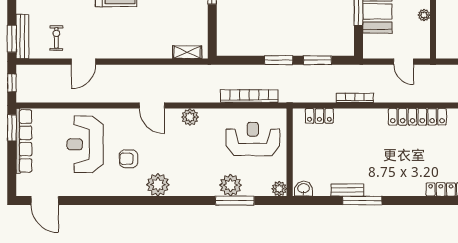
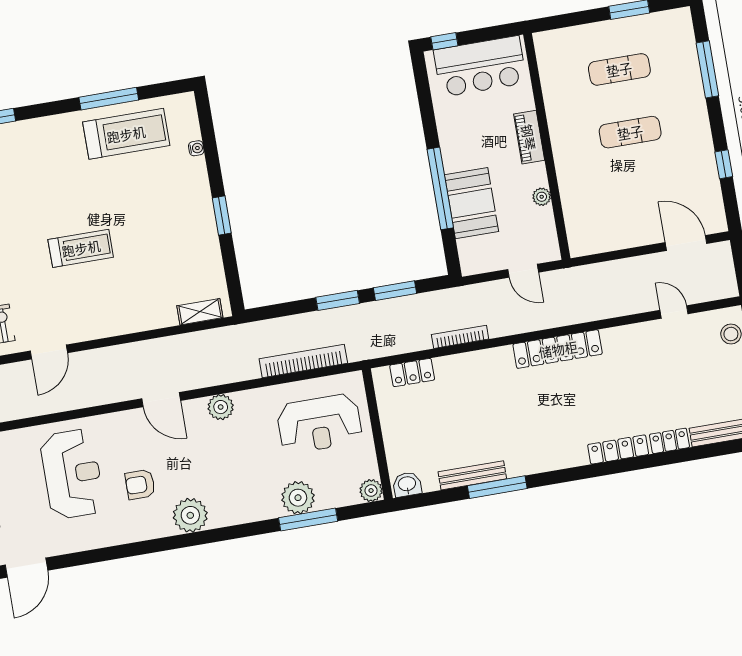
reception desk: (253, 139) -> (319, 424), turned 180
reception desk: (85, 144) -> (72, 474), turned 180
bench: (347, 190) -> (472, 475), width x1.36
door: (45, 201) -> (26, 568), hinge flipped

